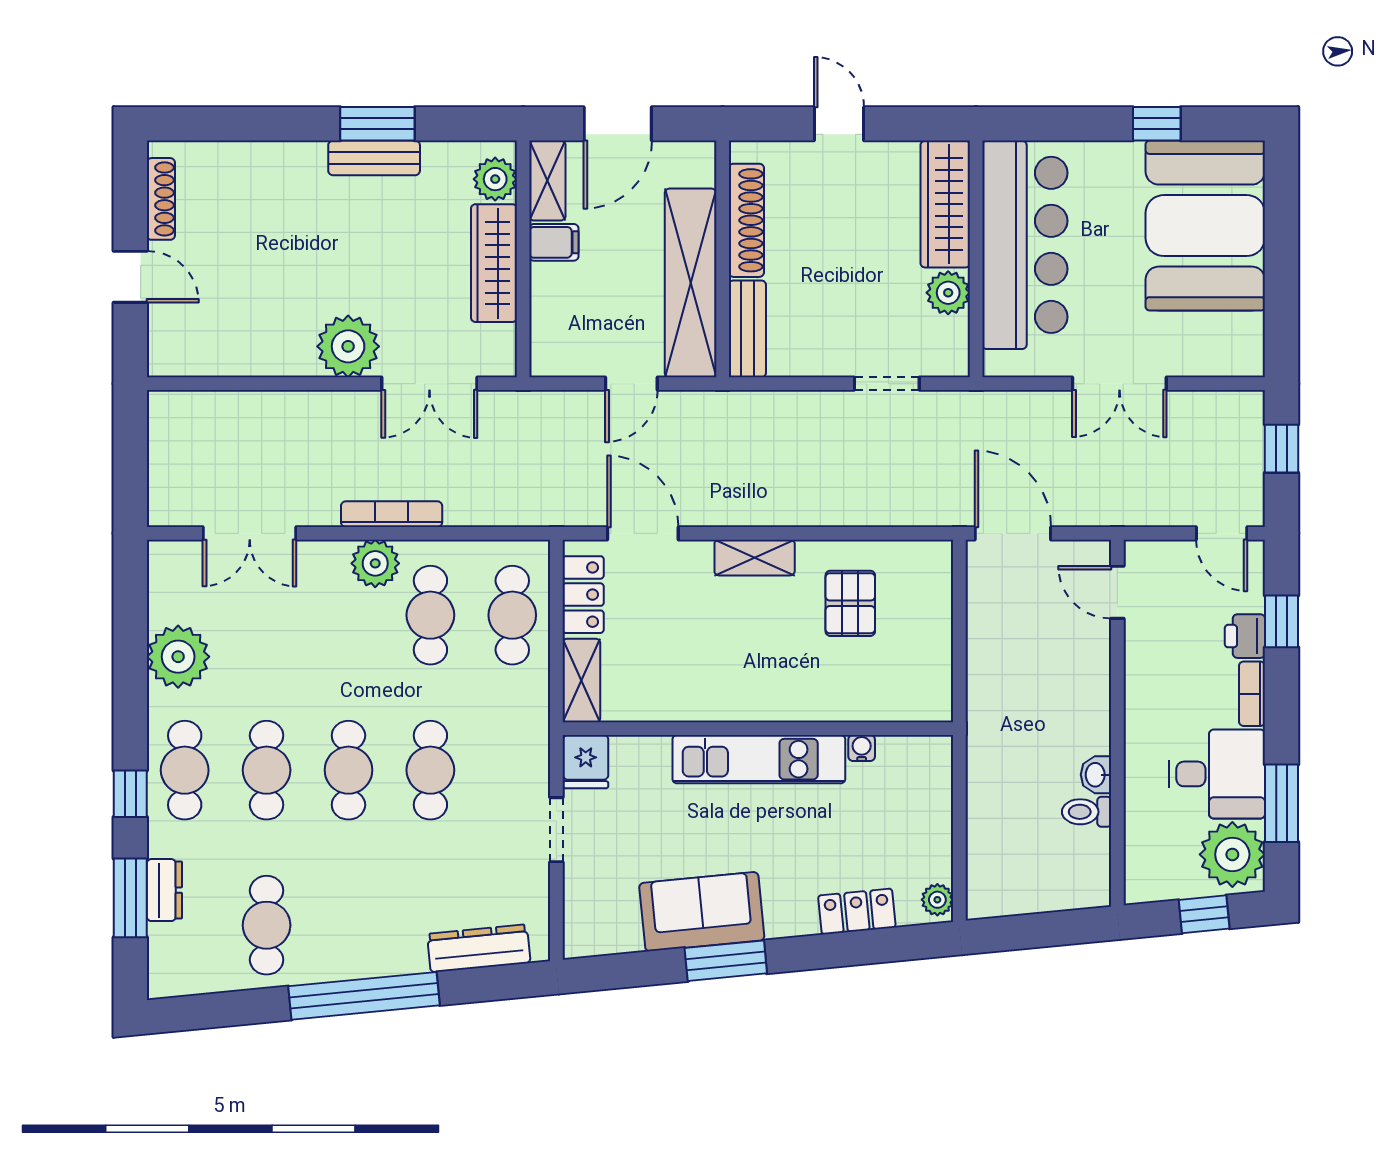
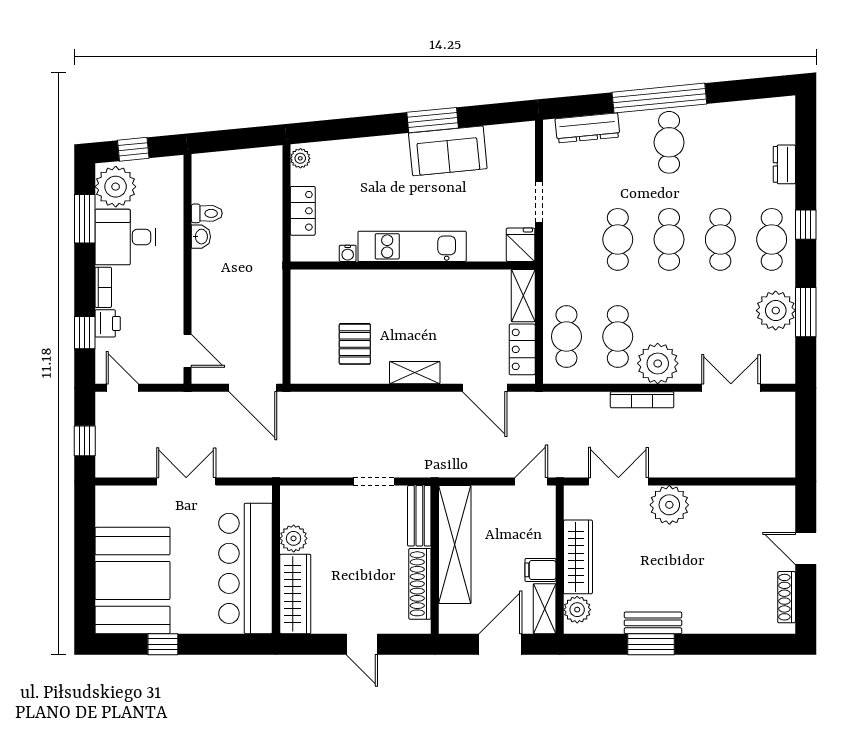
door: (631, 384) -> (531, 481), moved
doorway: (887, 384) -> (374, 481), moved
plant: (375, 563) -> (658, 363), width x1.36, depth x1.36
window: (130, 898) -> (806, 312), moved
locker: (857, 911) -> (303, 211), moved, turned -84
cafe table: (267, 925) -> (669, 142), moved

